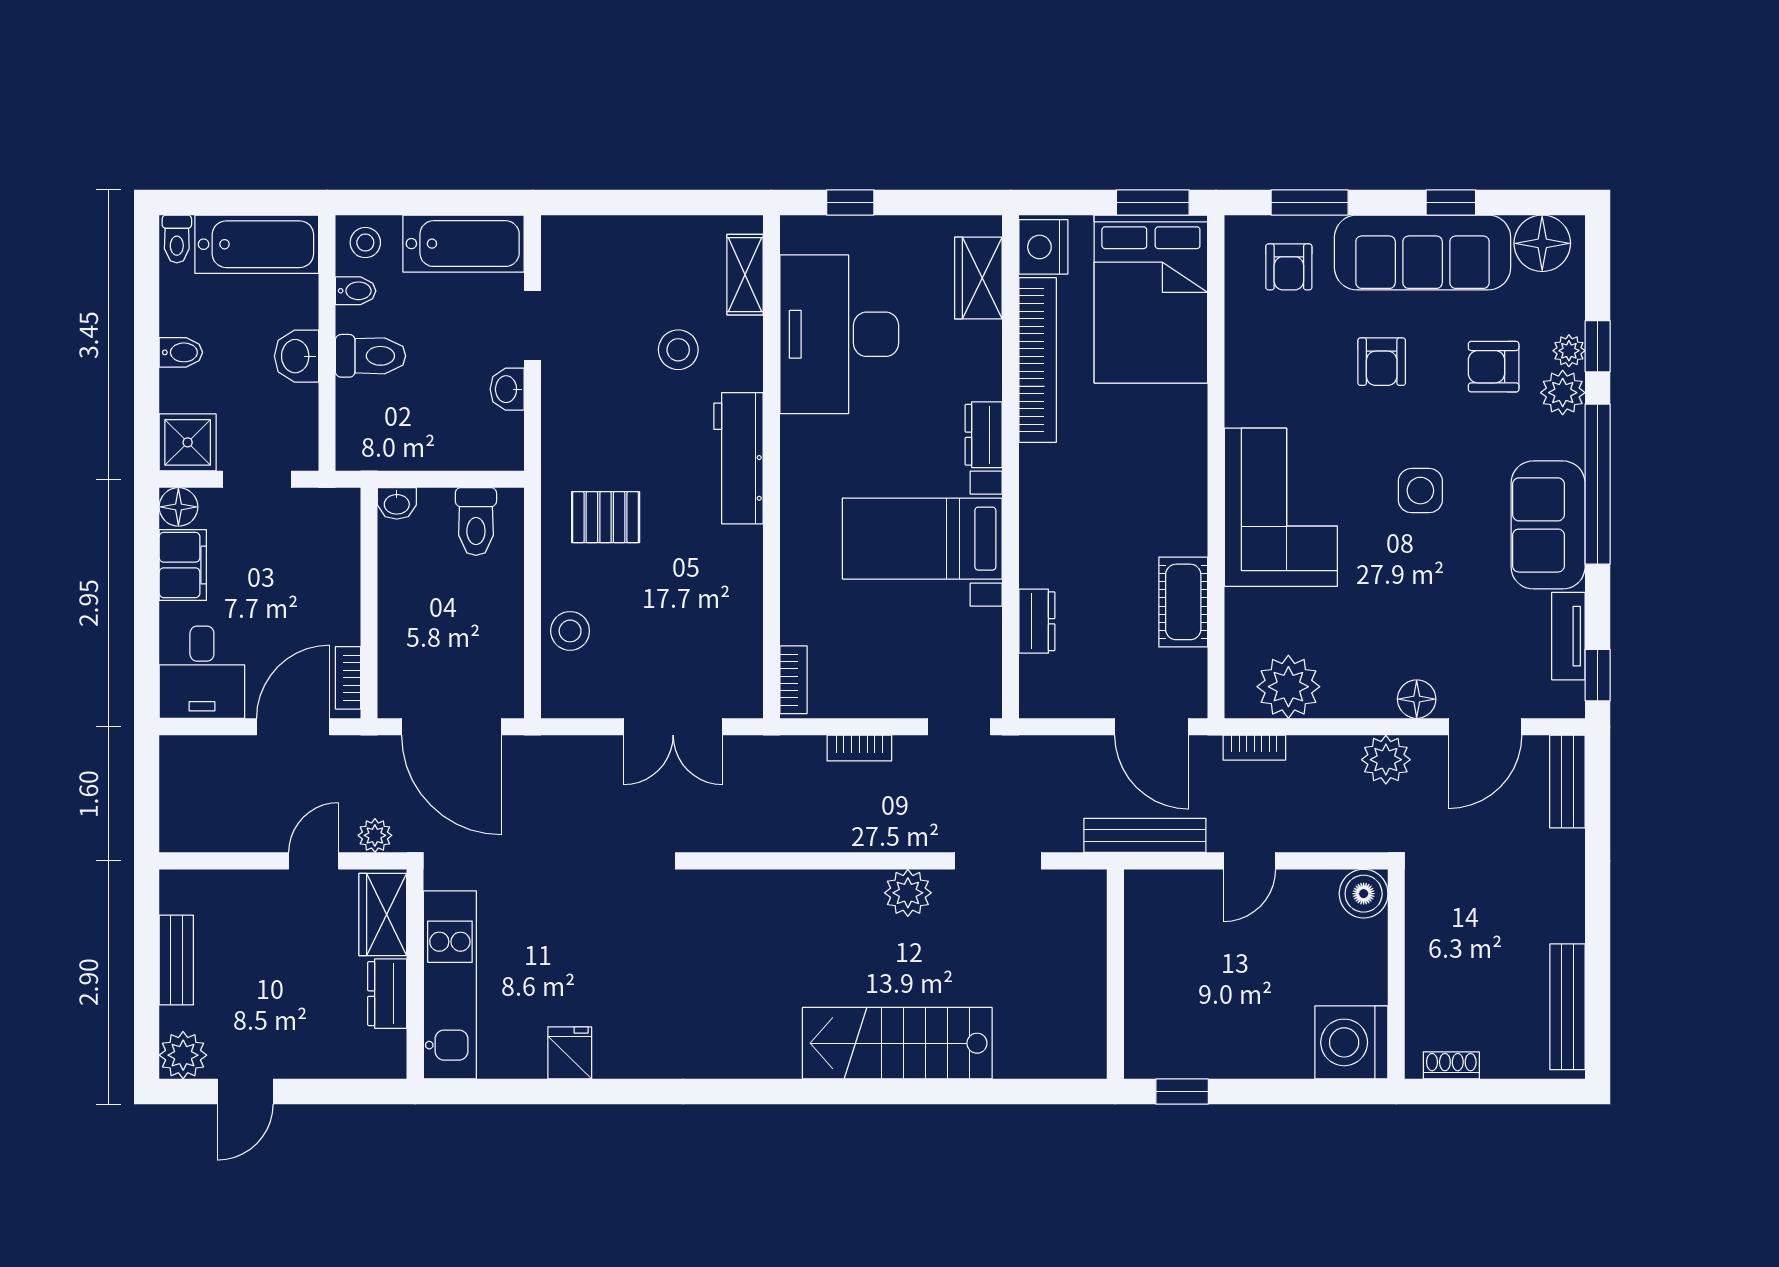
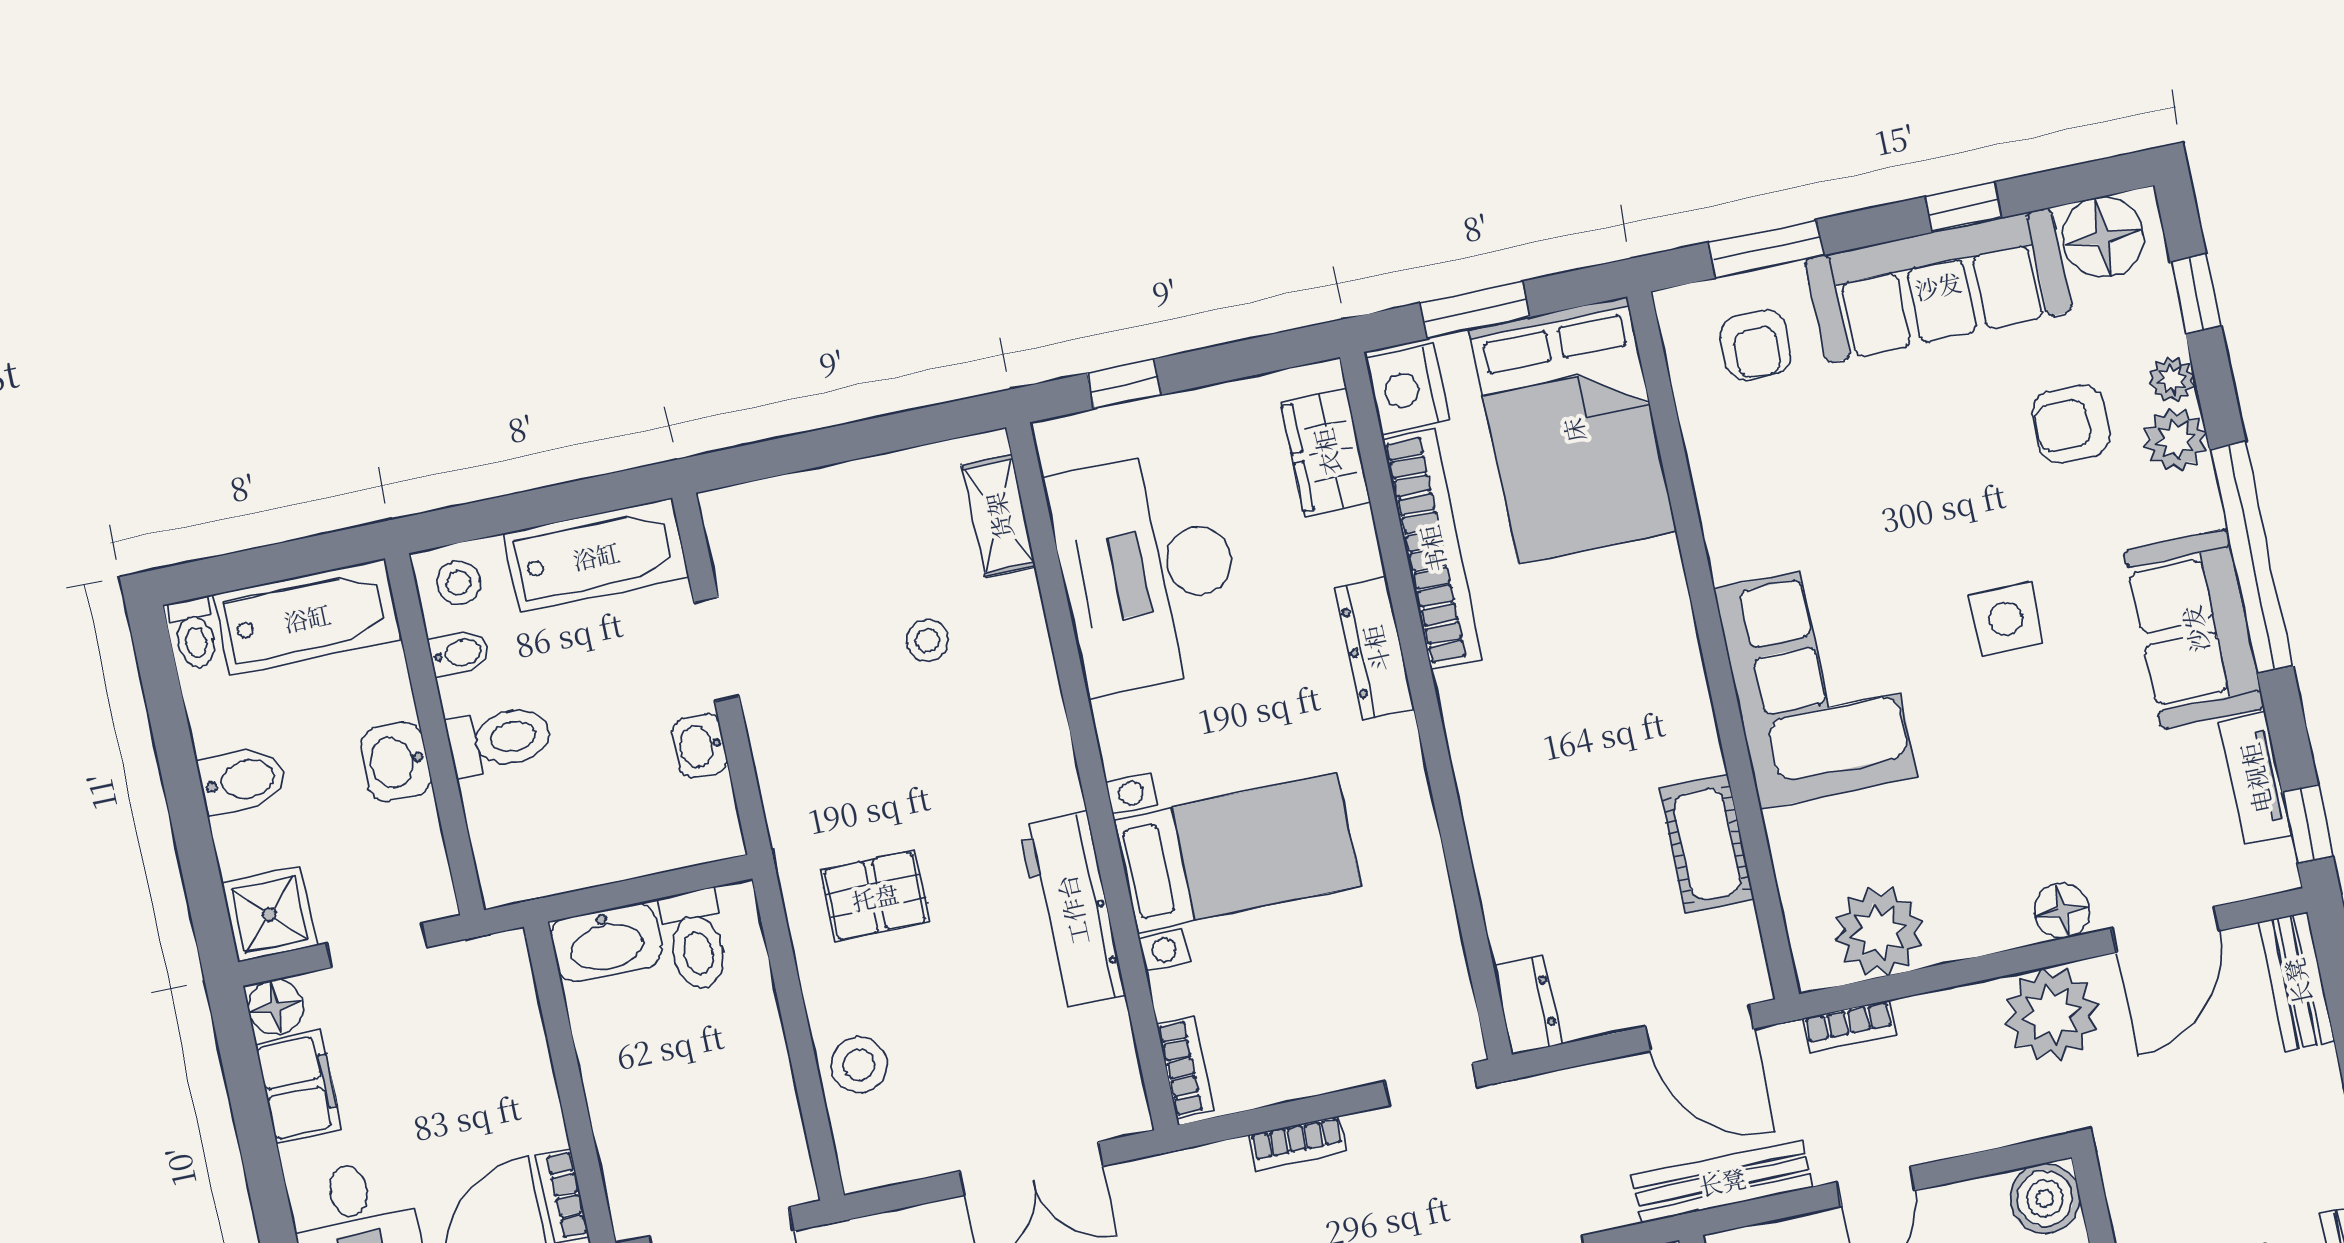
window: (1153, 202) -> (1475, 310), moved
window: (1598, 346) -> (2196, 294), moved
stool: (678, 350) -> (927, 640), width x0.73, depth x0.73
bidet: (181, 352) -> (242, 780), width x1.38, depth x1.36
armchair: (1382, 362) -> (1914, 450), removed
dresser: (984, 435) -> (1375, 649), width x1.44
workbench: (738, 458) -> (1072, 910), moved
washbasin: (397, 503) -> (606, 942), width x1.91, depth x1.45
bed with nightstands: (922, 539) -> (1237, 853), moved, turned 180
dresser: (1037, 621) -> (1528, 1005), moved
plant: (1386, 760) -> (2052, 1014), width x1.36, depth x1.36

